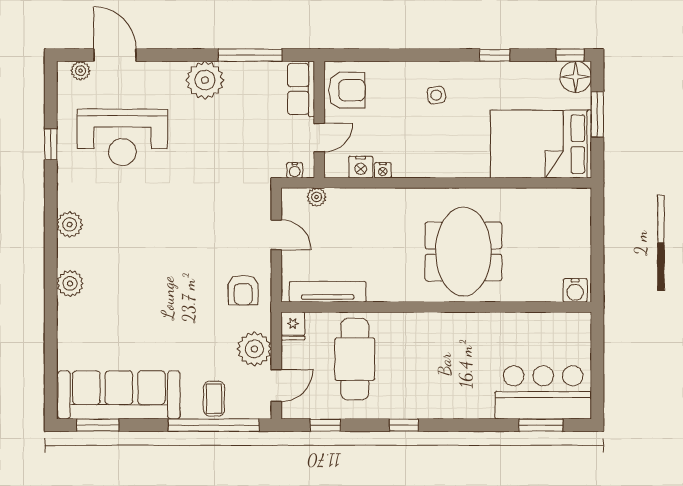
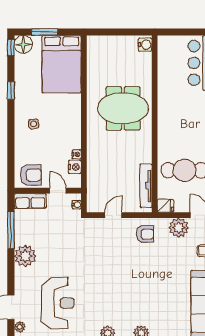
armchair: (347, 90) -> (31, 175), turned 90
plant: (317, 197) -> (92, 192), removed

